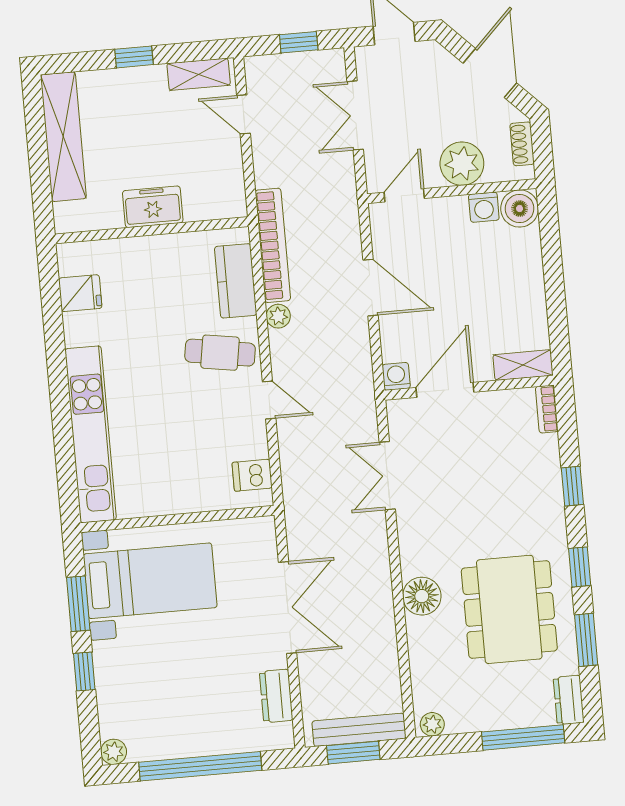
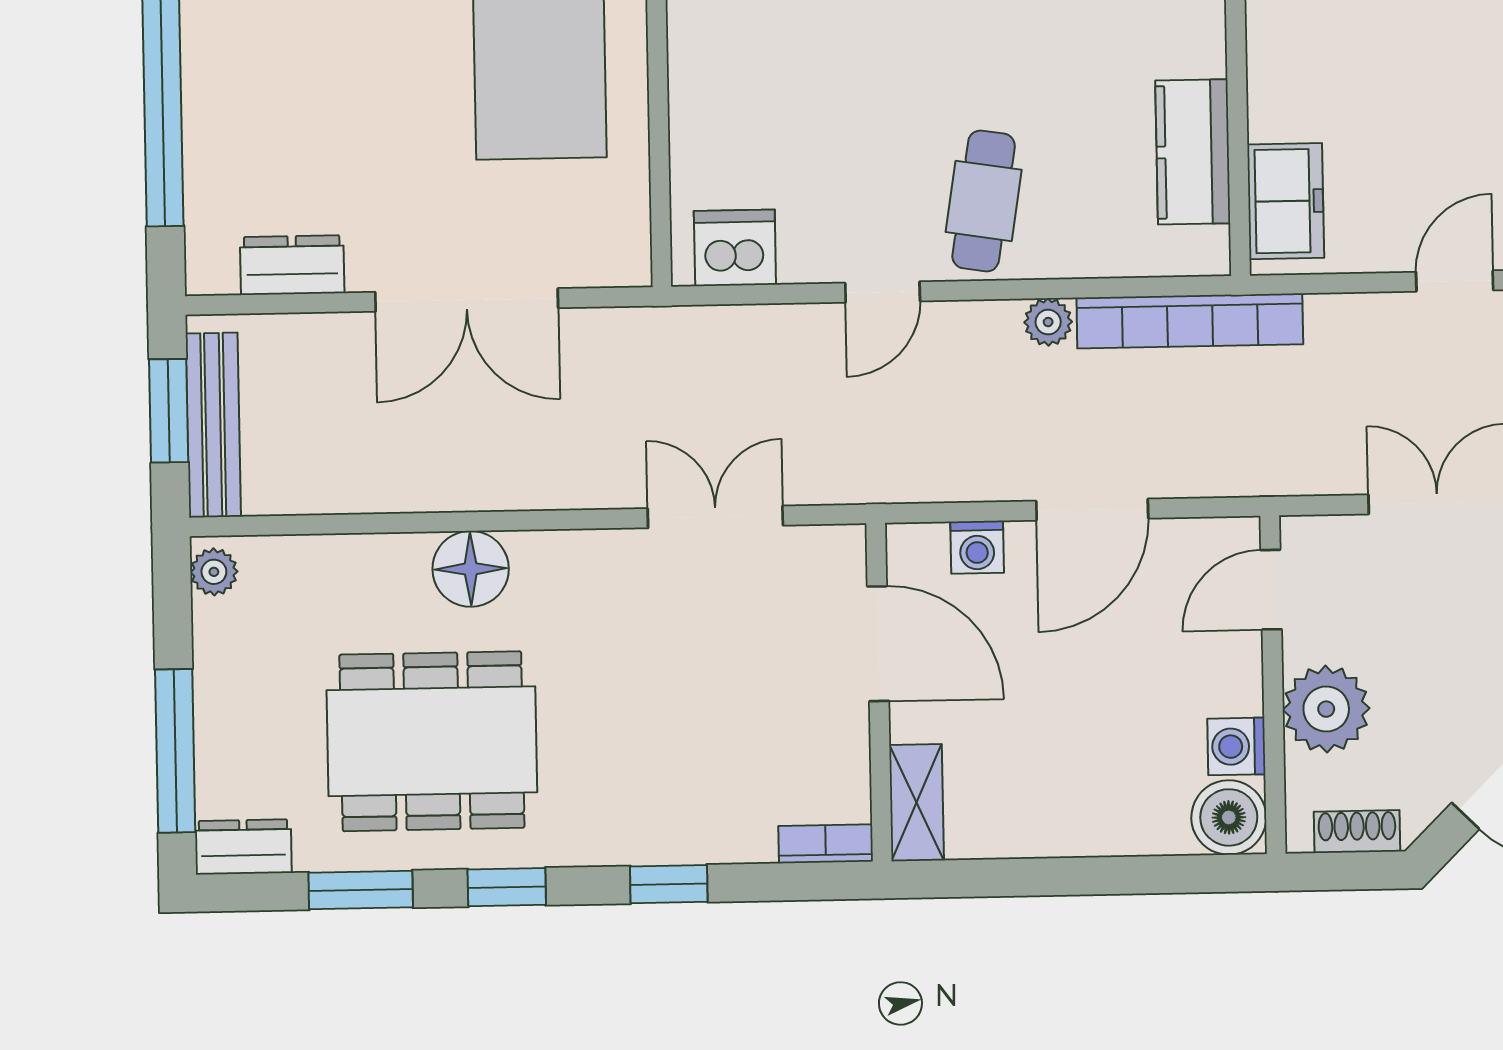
door: (404, 195) -> (1271, 590), swing flipped
freezer: (153, 207) -> (1286, 201), moved
kitchen counter: (236, 281) -> (1193, 152), moved, turned -90
washing machine: (396, 376) -> (977, 547), moved, turned 90
dishwasher: (252, 475) -> (735, 248), width x1.38

